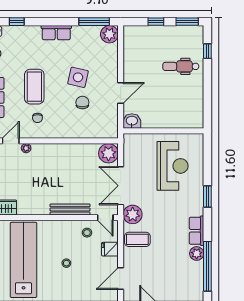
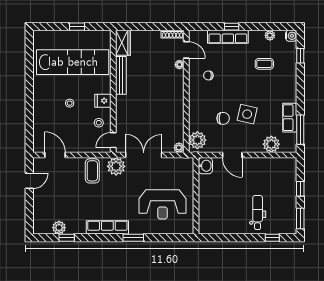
row of seats: (56, 33) -> (290, 118), moved
plant: (109, 34) -> (271, 144), moved
coffee table: (34, 87) -> (264, 64), moved, width x0.54, depth x0.58
plant: (105, 129) -> (197, 140), added
plant: (108, 153) -> (179, 148), width x0.53, depth x0.53
bench: (70, 209) -> (121, 75), moved
row of seats: (196, 231) -> (107, 227), width x1.48
fridge: (110, 249) -> (103, 101), moved, turned -90
plant: (197, 254) -> (59, 228), moved
window: (207, 266) -> (67, 238), width x0.32

